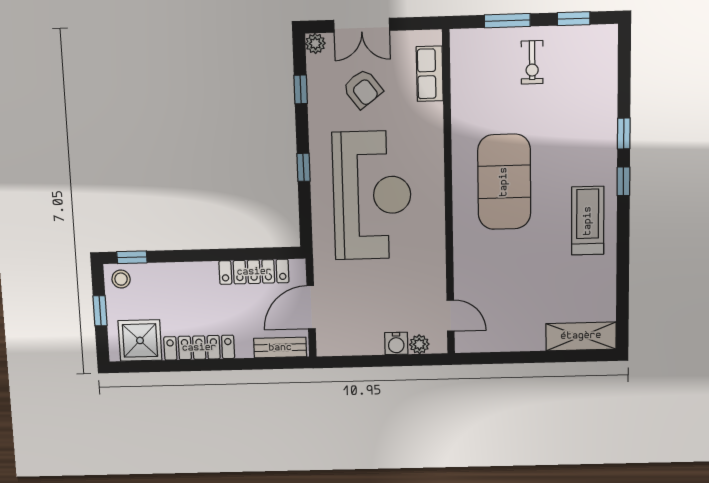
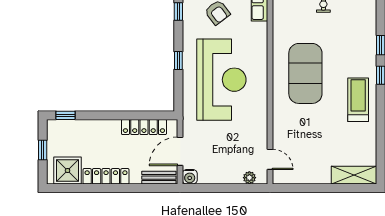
stool: (121, 279) -> (58, 130), removed
water cooler: (396, 343) -> (190, 177), moved

